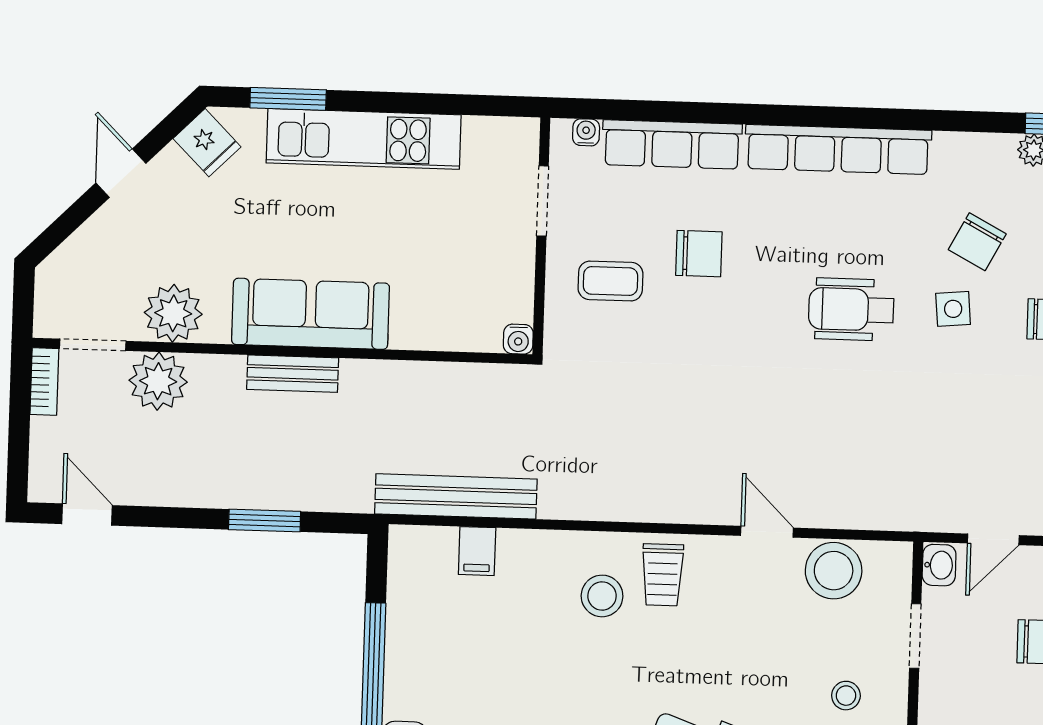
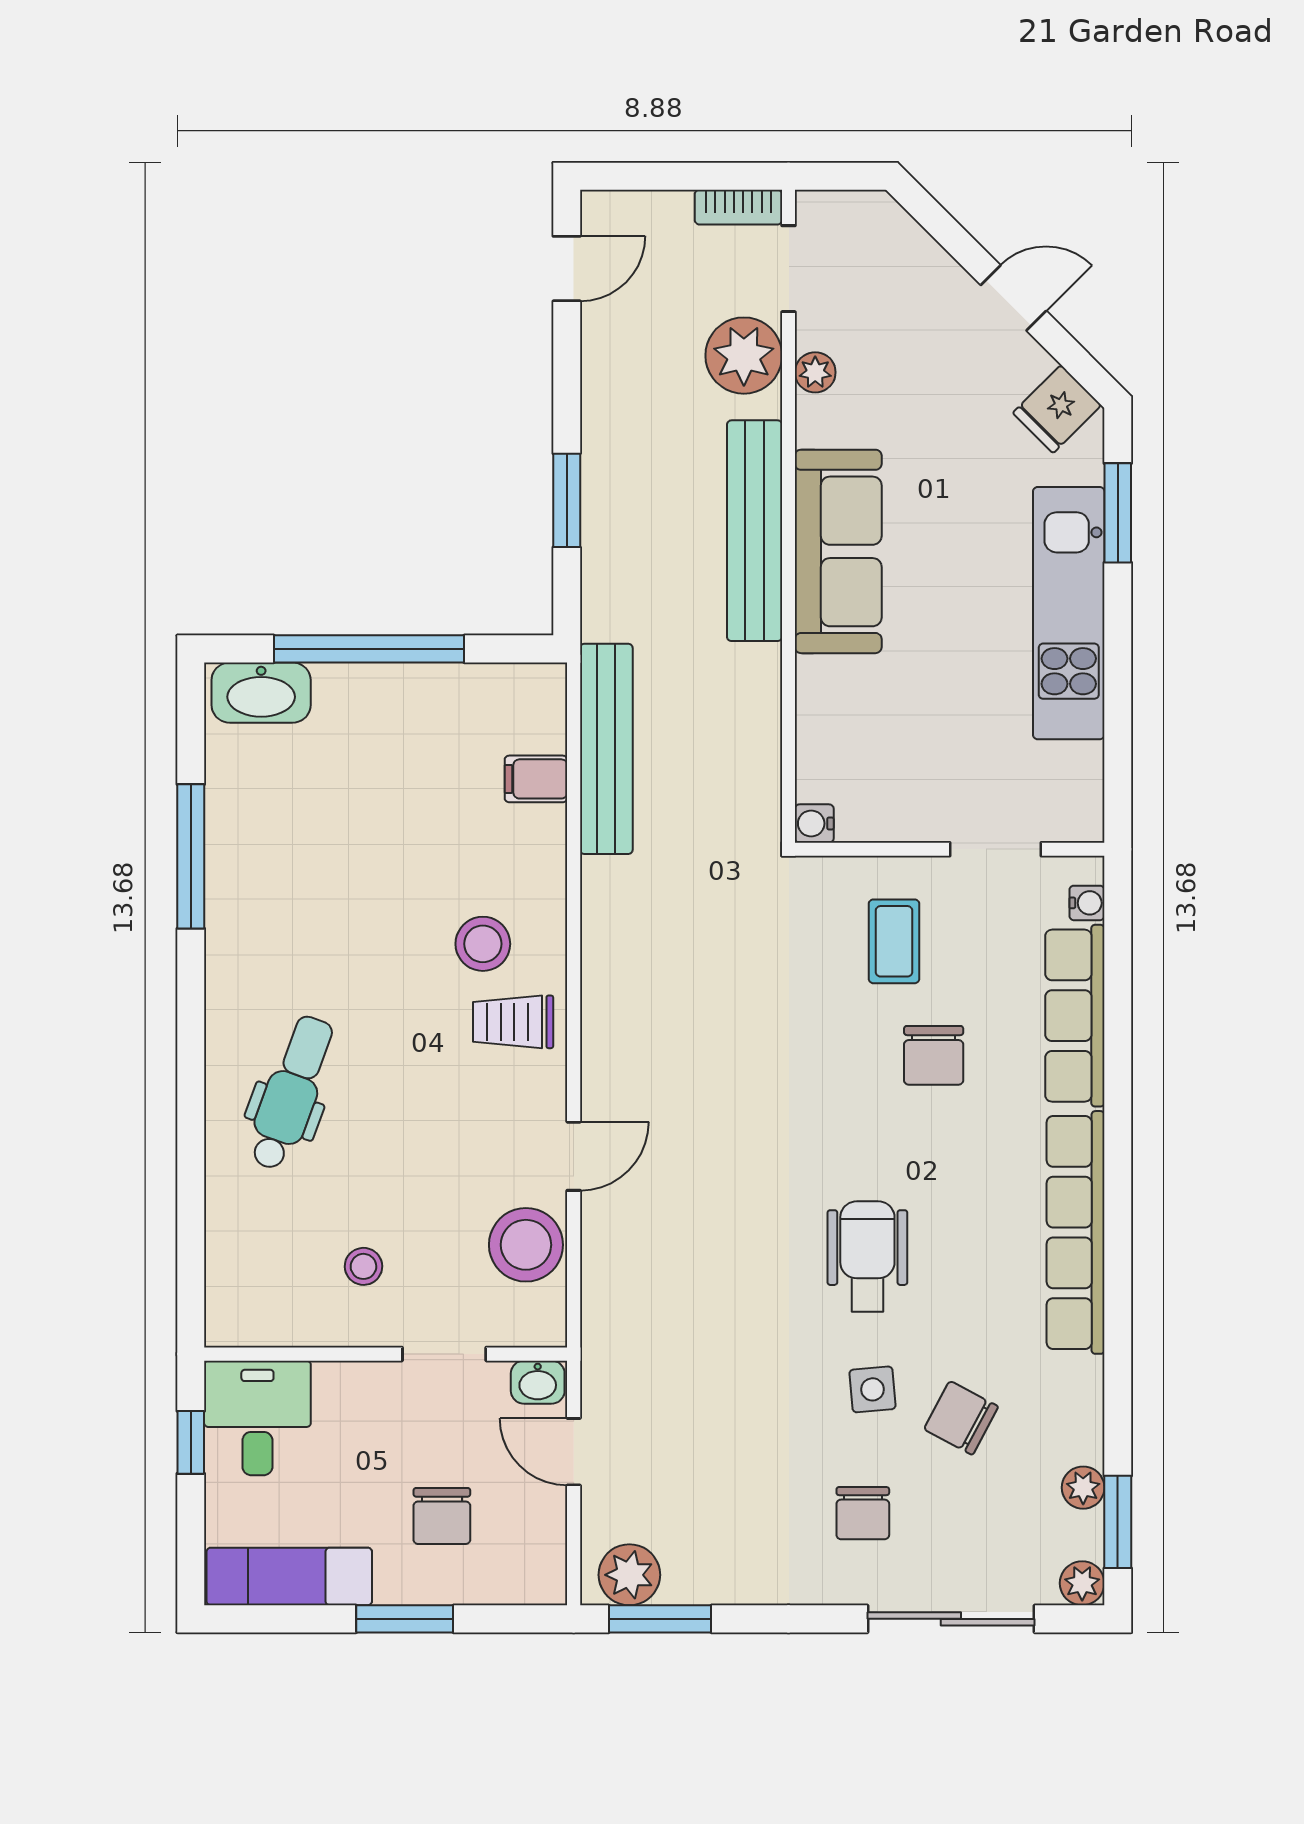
plant: (173, 313) -> (815, 372), width x0.53, depth x0.53
bench: (293, 374) -> (755, 531), width x1.86, depth x1.21

